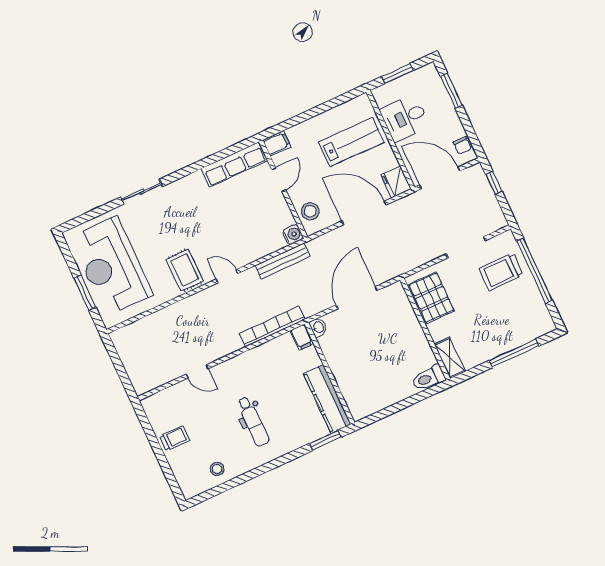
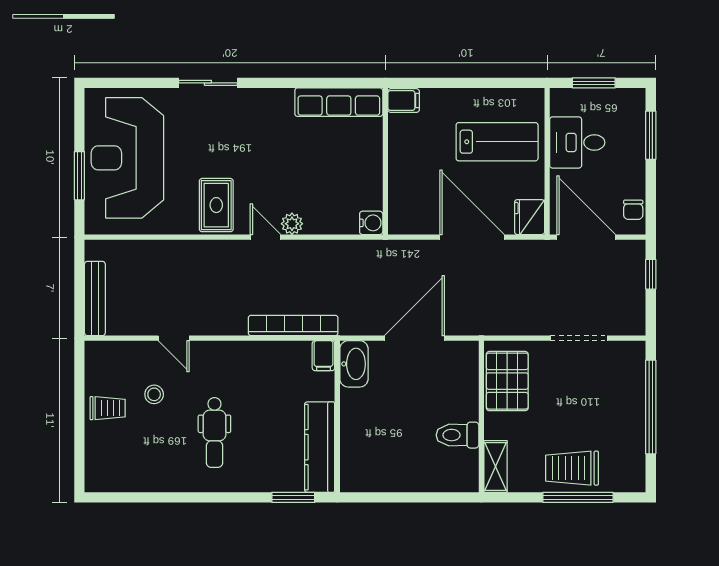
door: (279, 180) -> (385, 147), removed
stool: (310, 211) -> (406, 204), removed
plant: (241, 259) -> (292, 224), added
bench: (282, 261) -> (95, 299), moved, turned 90
trolley: (501, 272) -> (572, 468), moved
washbasin: (318, 327) -> (354, 364), width x1.91, depth x1.45
toilet: (429, 378) -> (457, 435), moved
stool: (217, 469) -> (154, 394), moved

